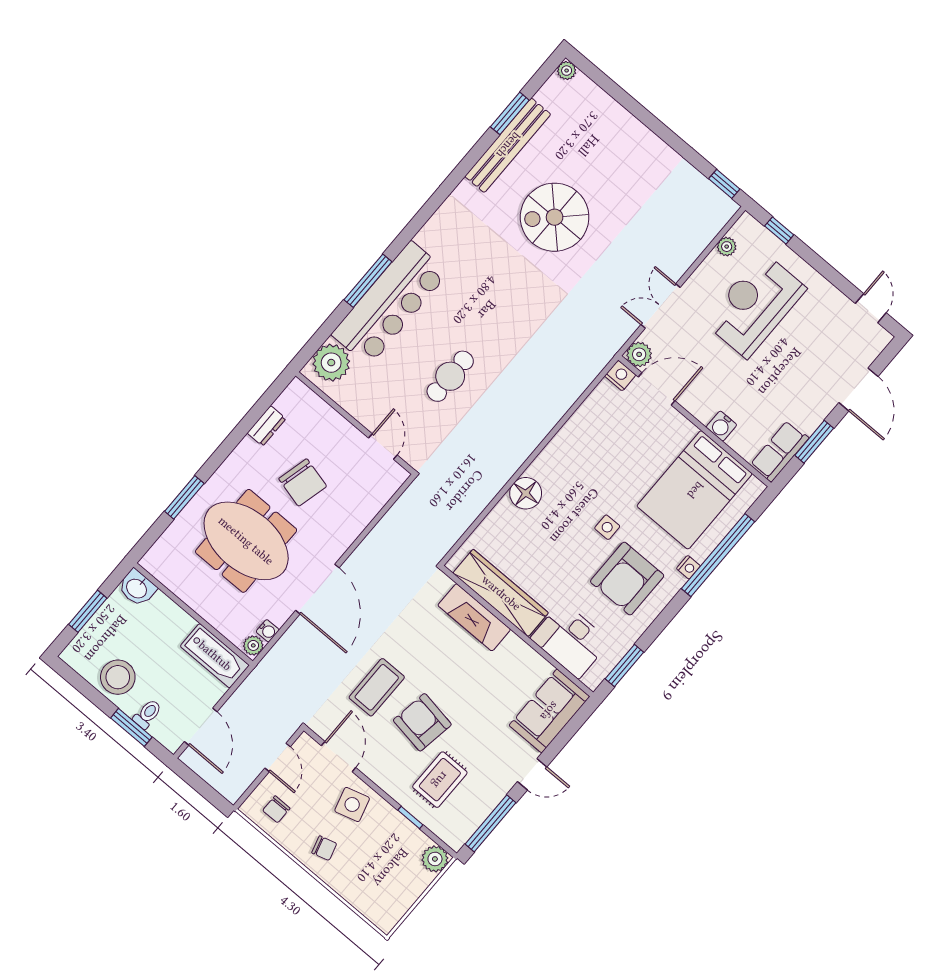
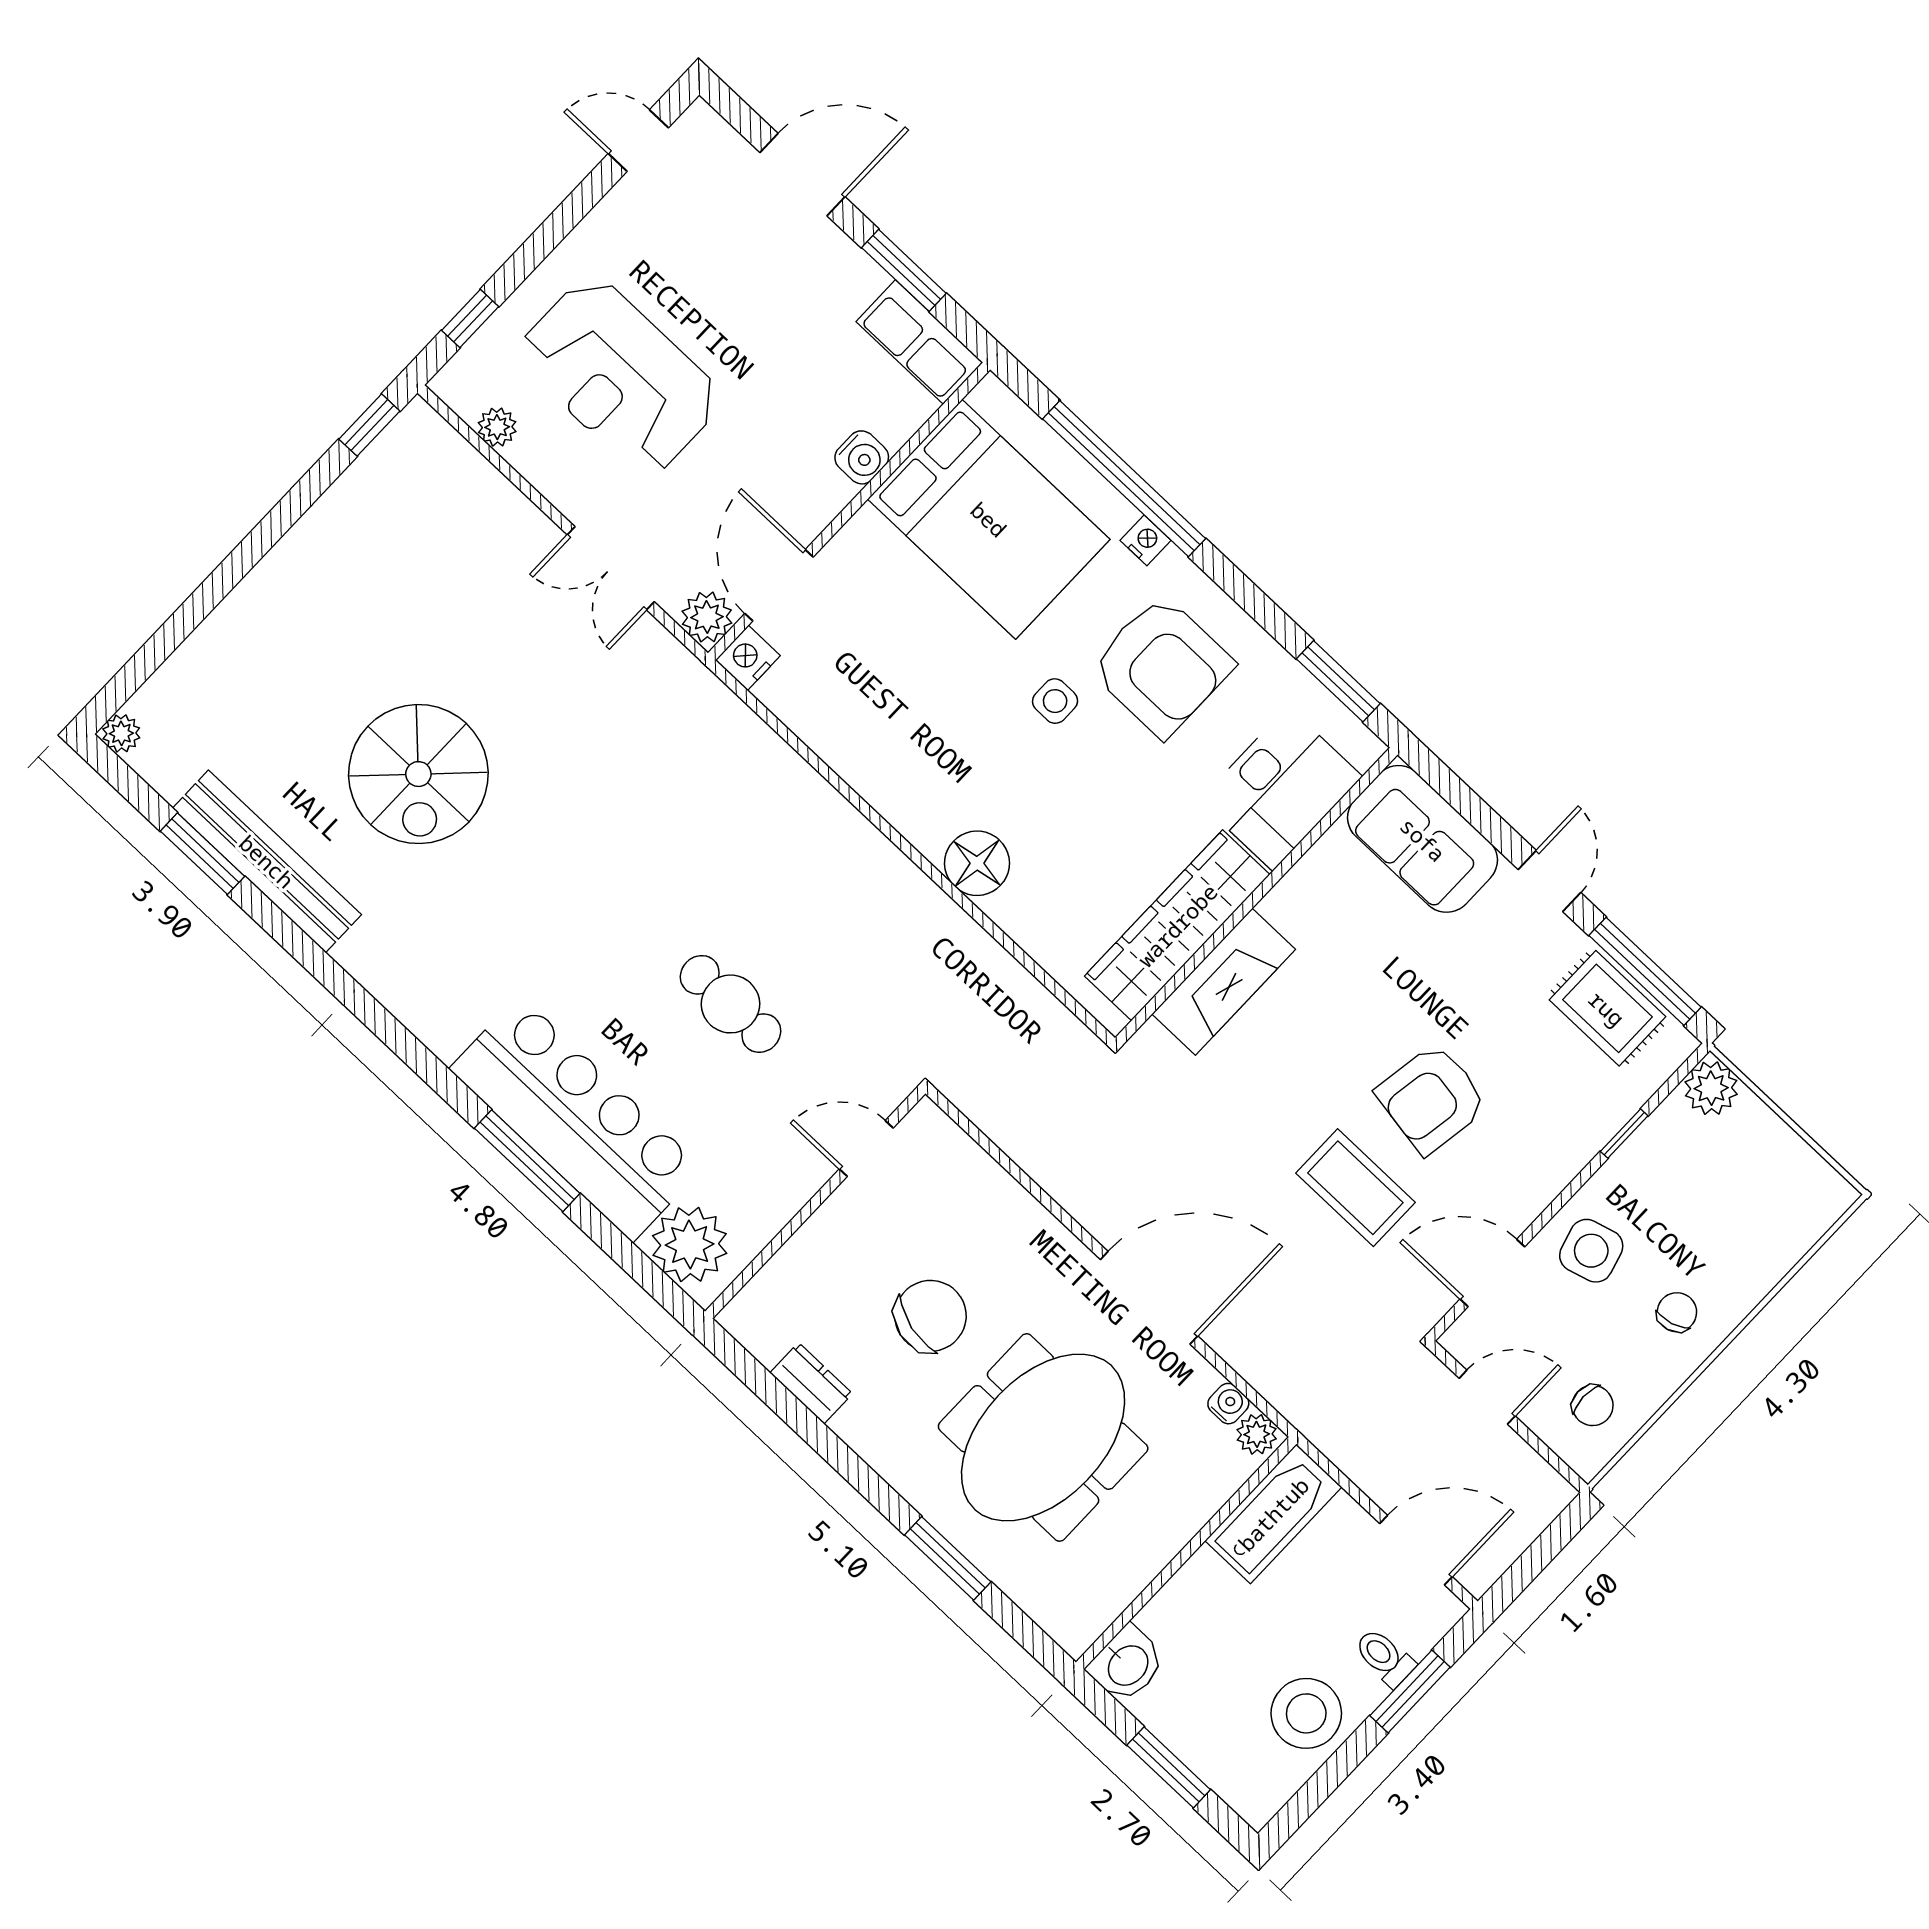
rug: (440, 780) -> (1607, 1008), moved

